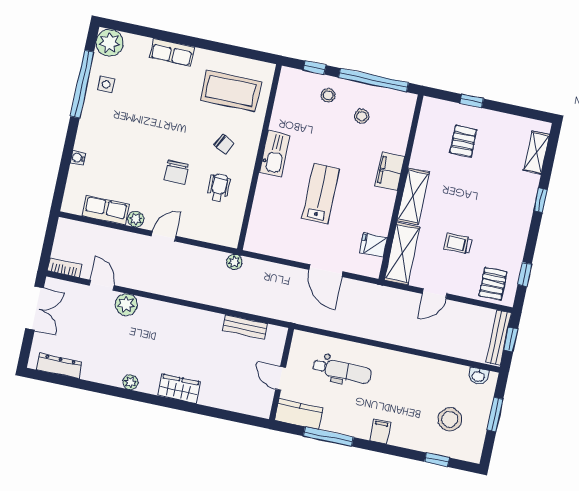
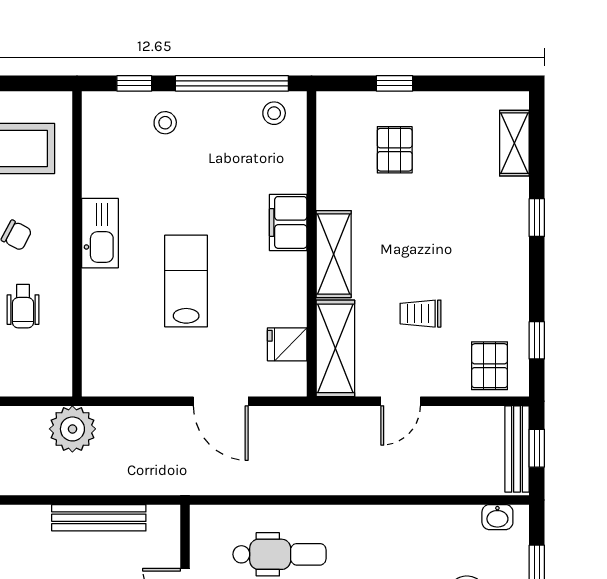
stool: (362, 116) -> (274, 113), moved
wheelchair: (219, 188) -> (23, 306), turned 180
plant: (234, 262) -> (72, 429), width x1.88, depth x1.88
bench: (245, 327) -> (99, 518), width x1.36

